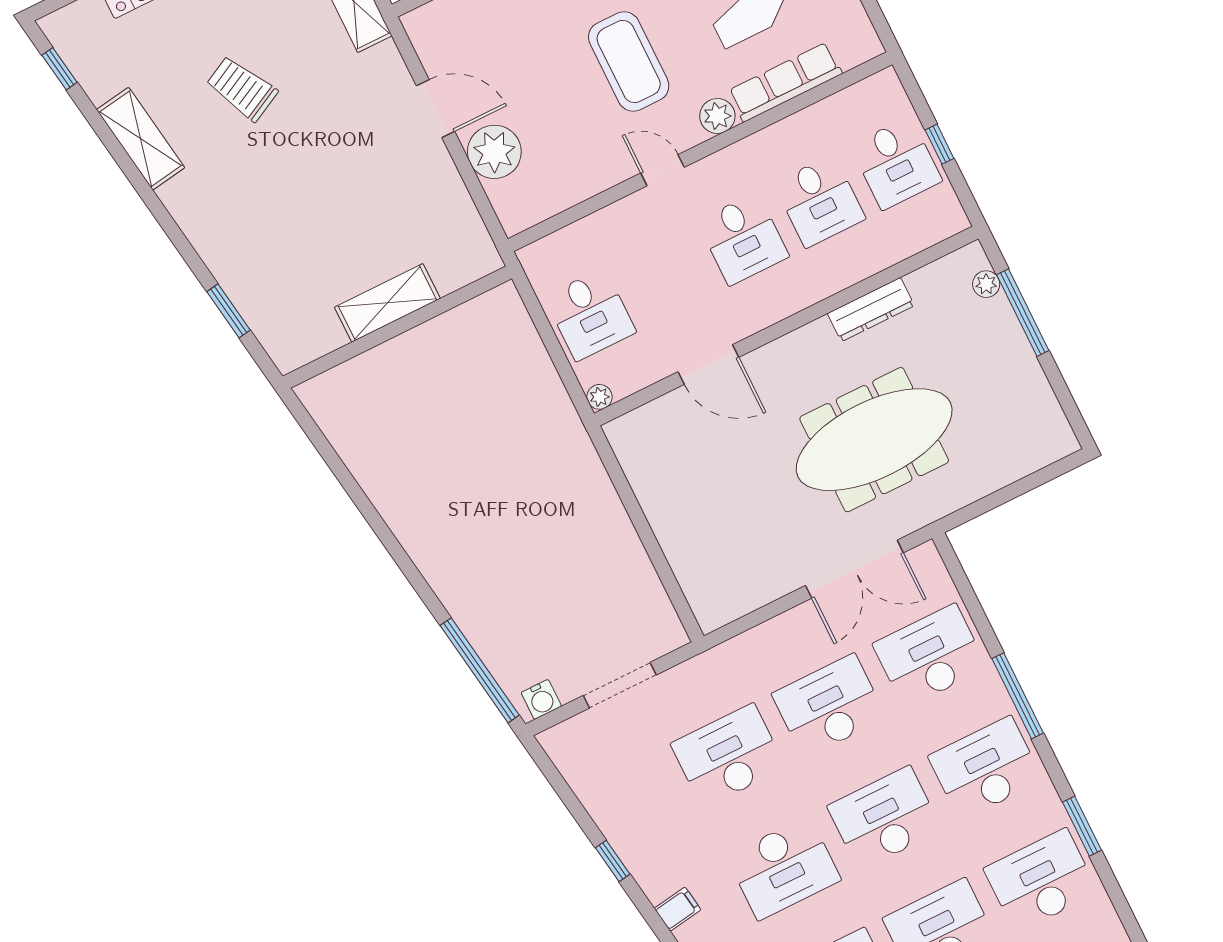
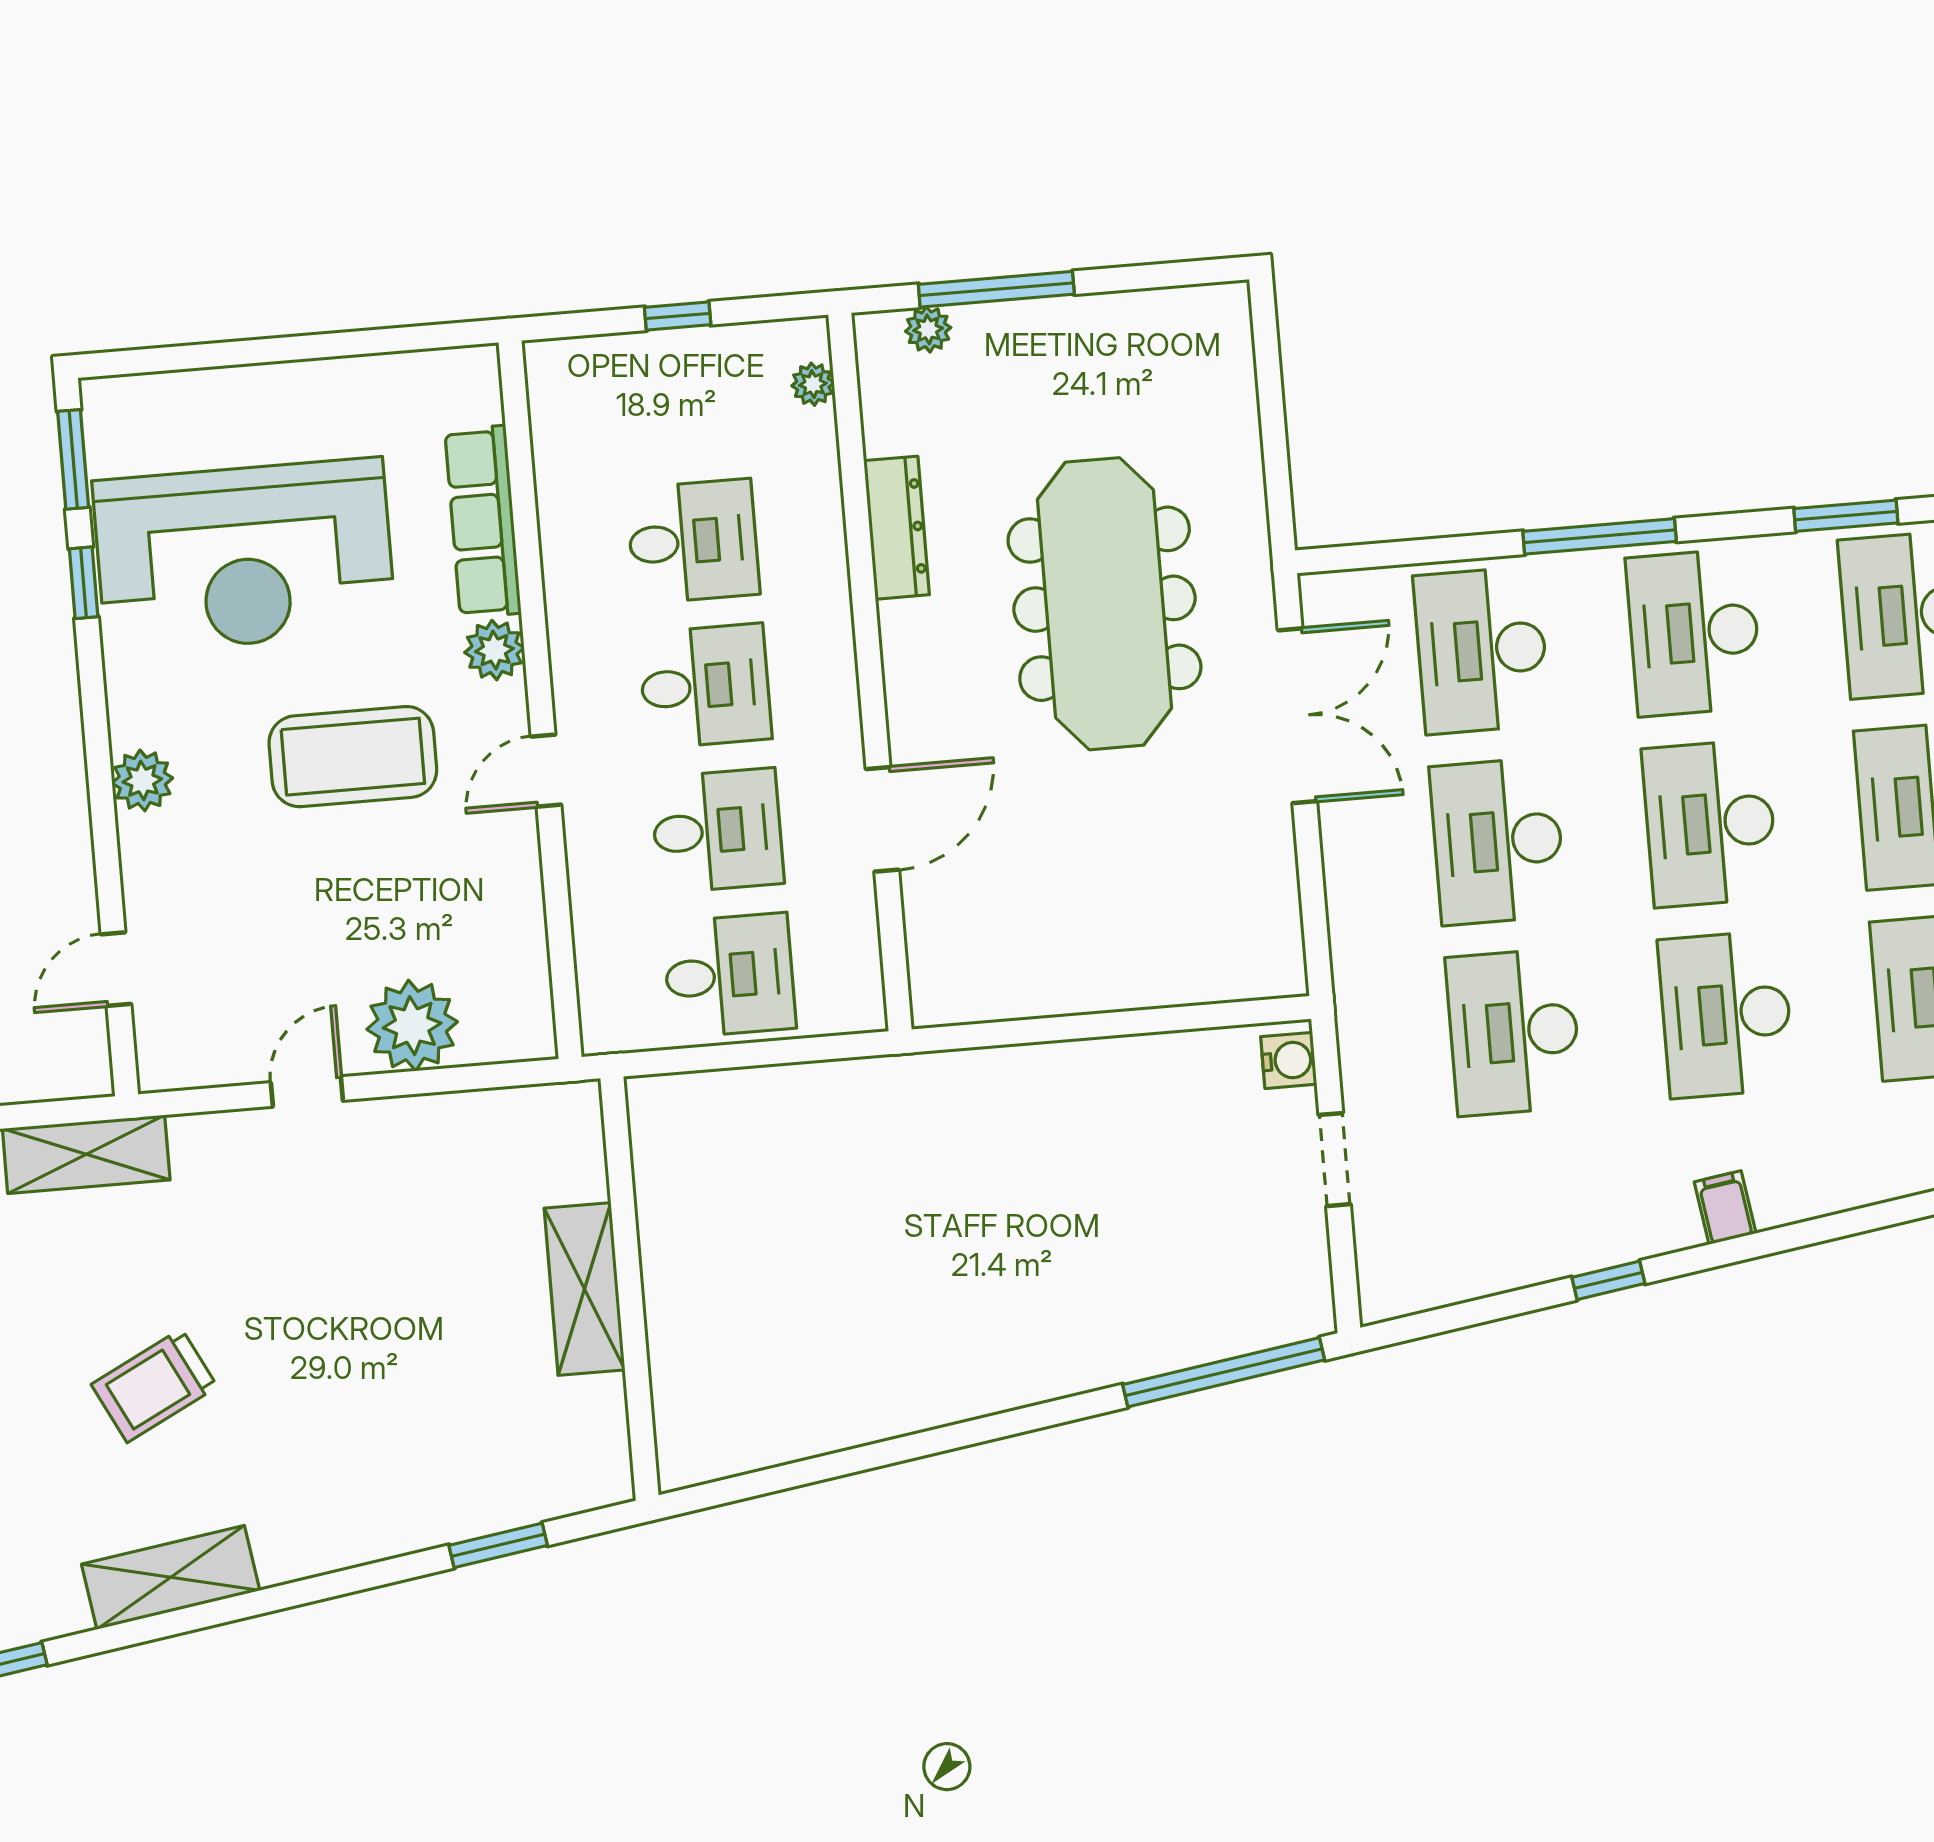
door: (436, 109) -> (307, 1092), width x0.73
desk: (896, 163) -> (717, 831), moved
plant: (600, 397) -> (813, 384), moved
doorway: (620, 685) -> (1335, 1160), width x0.73
water cooler: (541, 699) -> (1289, 1060), moved
desk: (784, 868) -> (1726, 1014), turned 180

